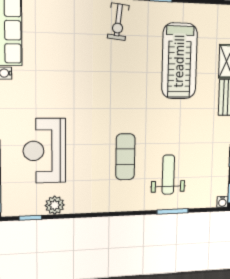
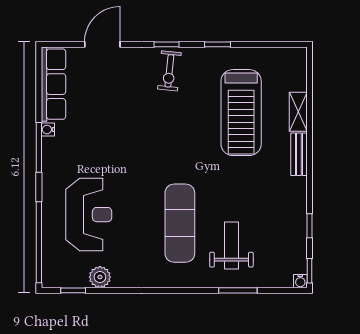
reception desk: (44, 151) -> (89, 215), turned 180
exercise mat: (125, 157) -> (180, 223), width x1.36, depth x1.45

